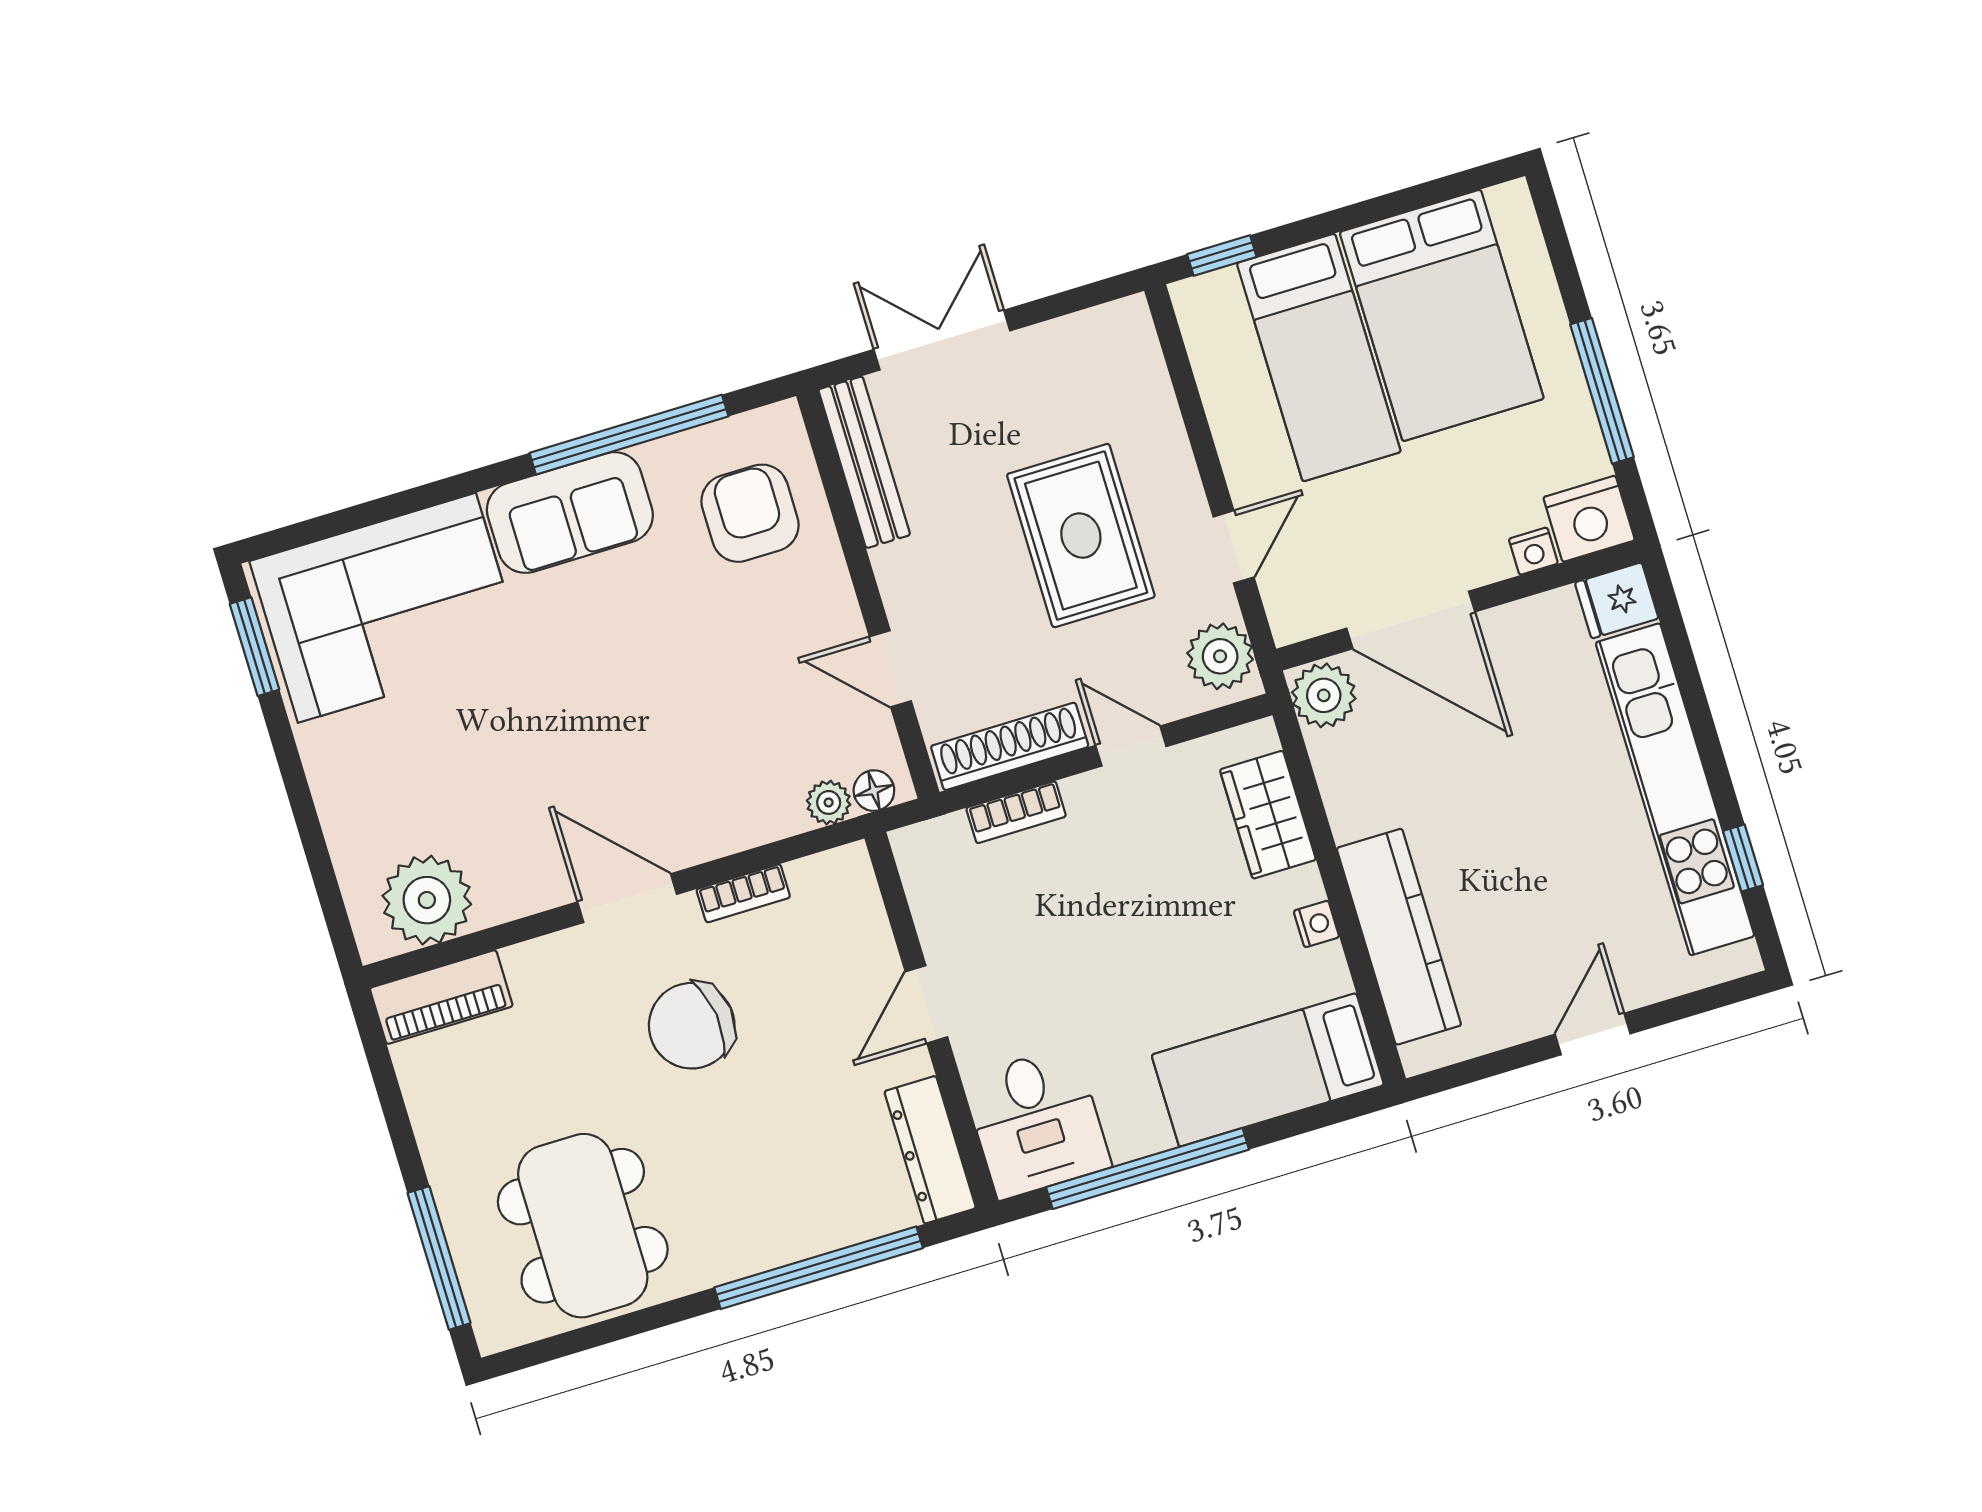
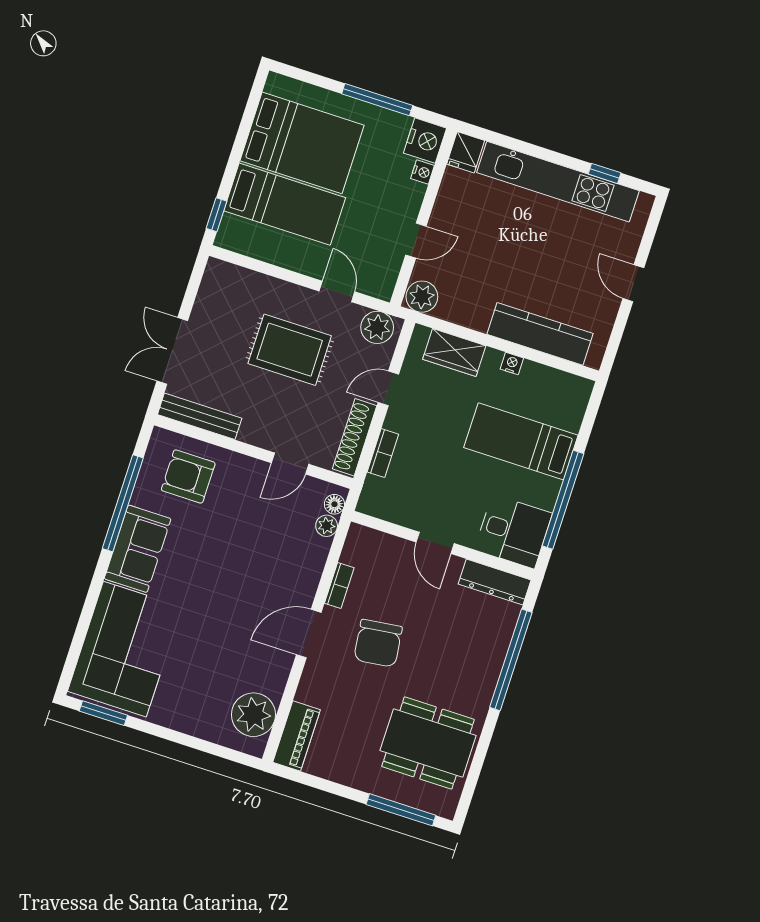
door: (1411, 620) -> (416, 241), width x0.53
bed: (1268, 1070) -> (521, 441), moved, turned 90

